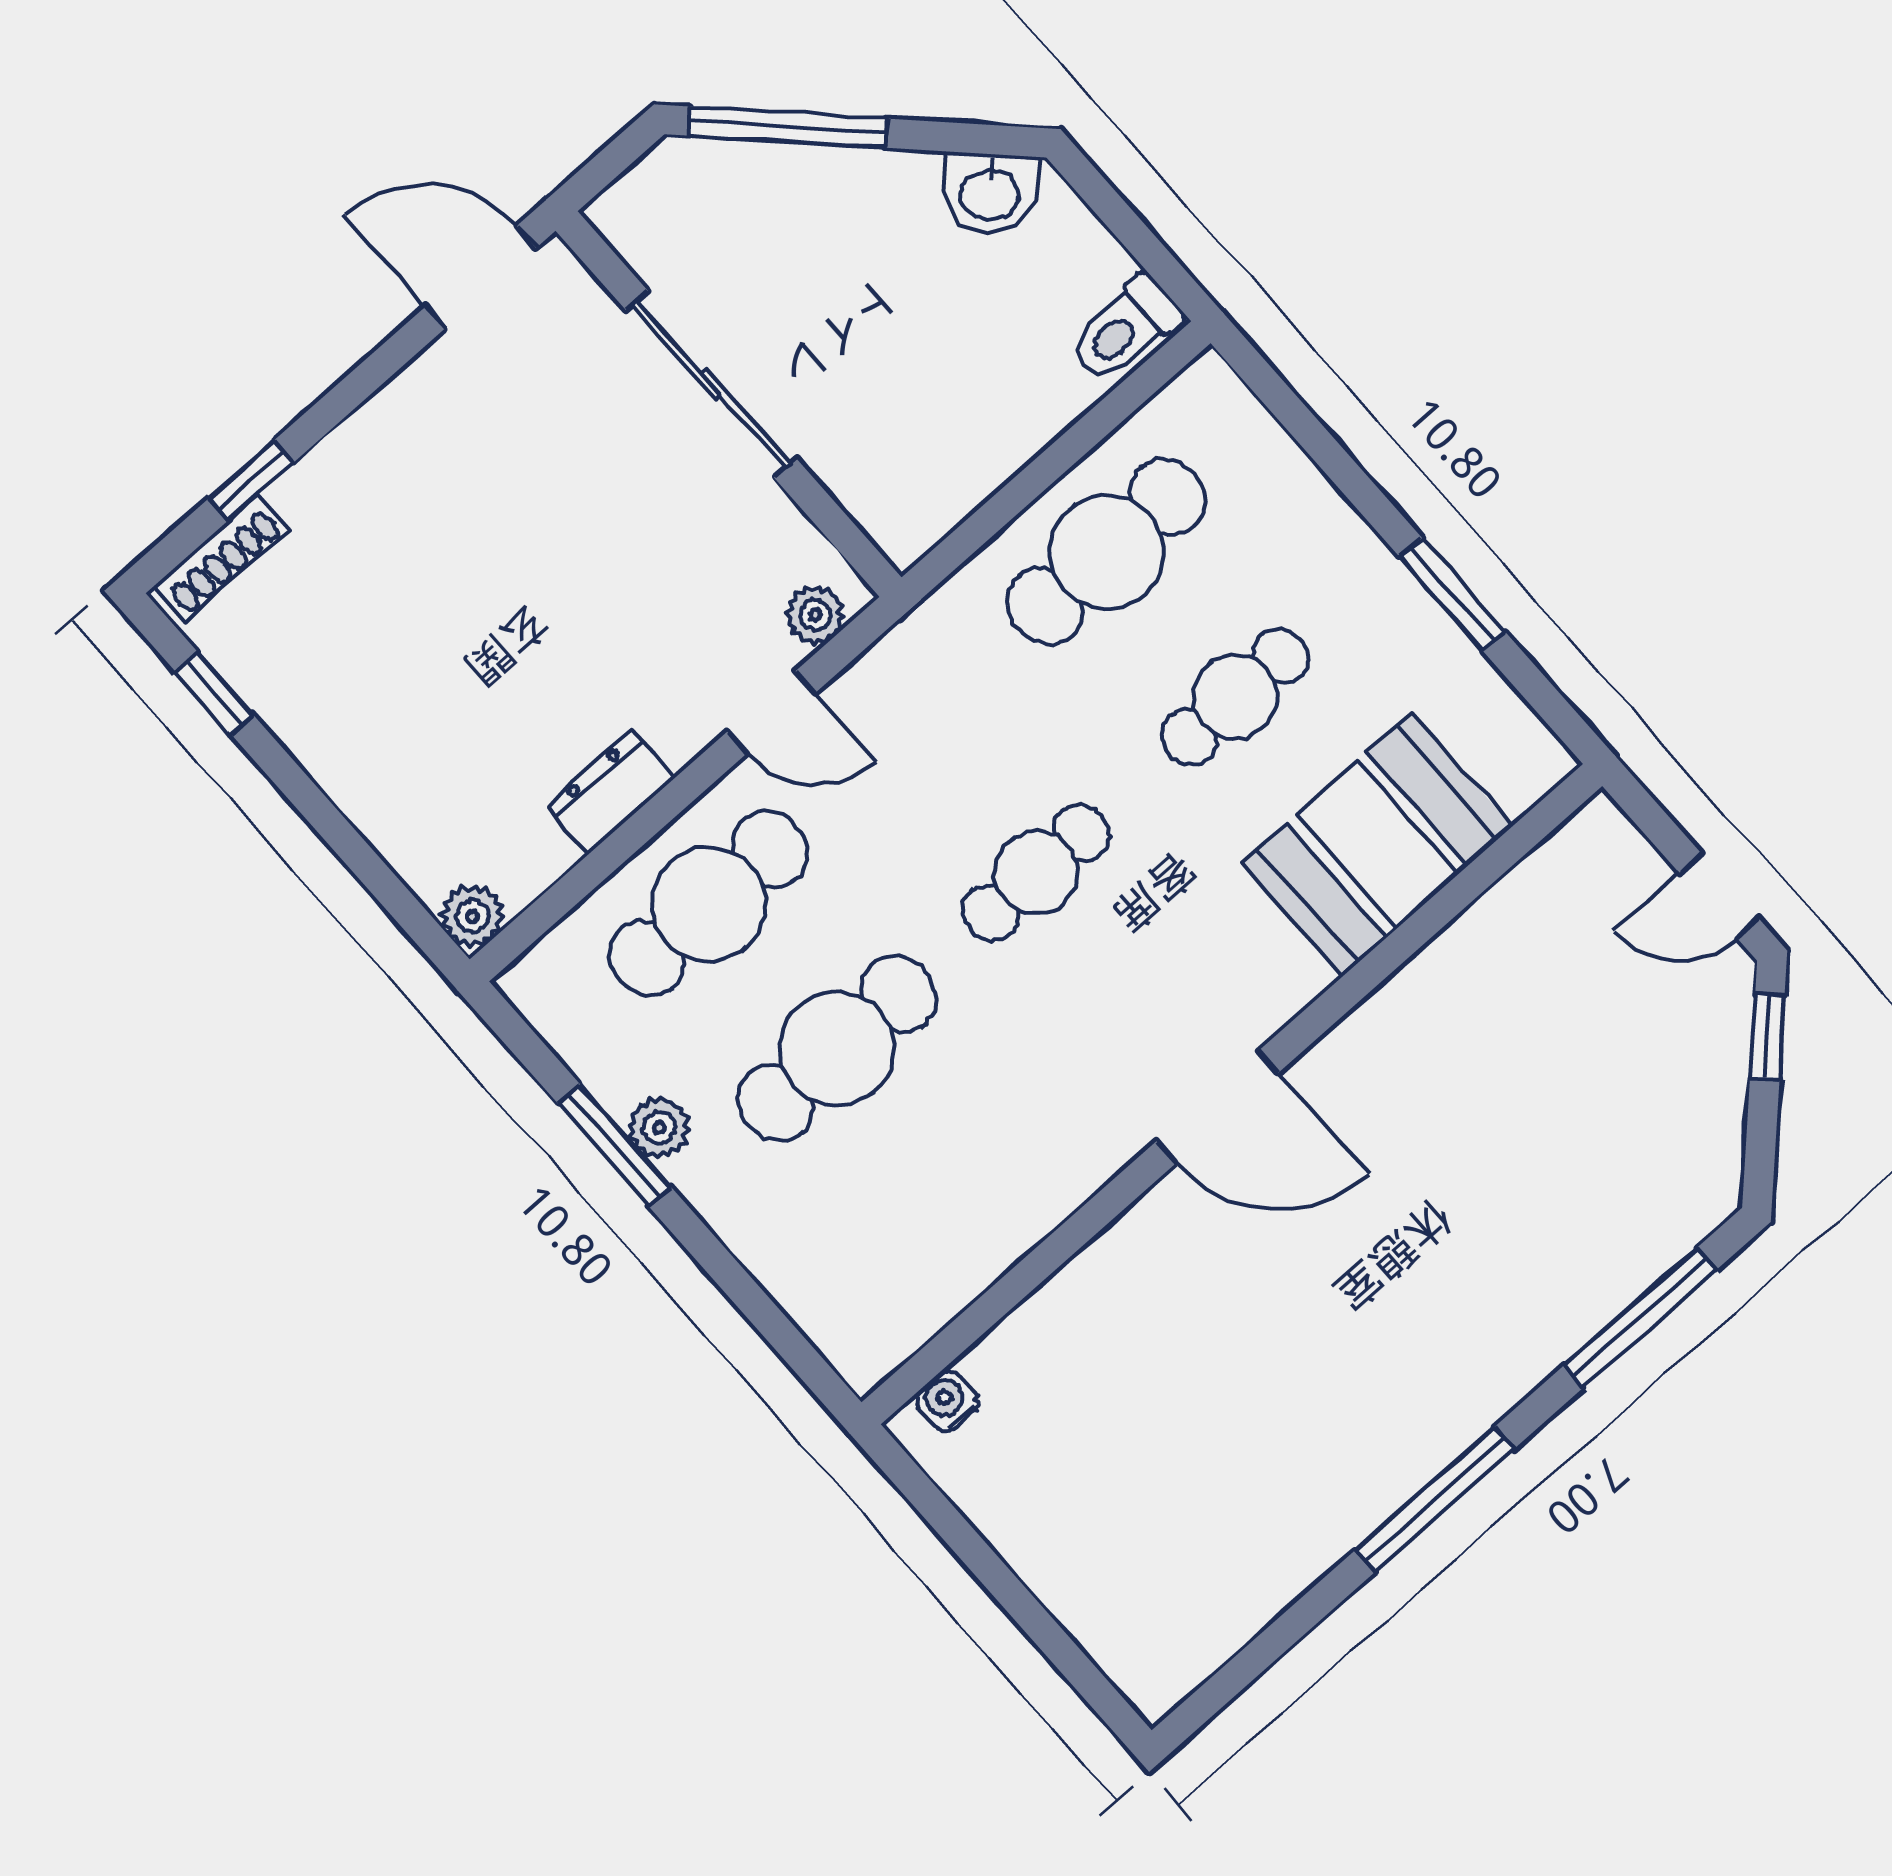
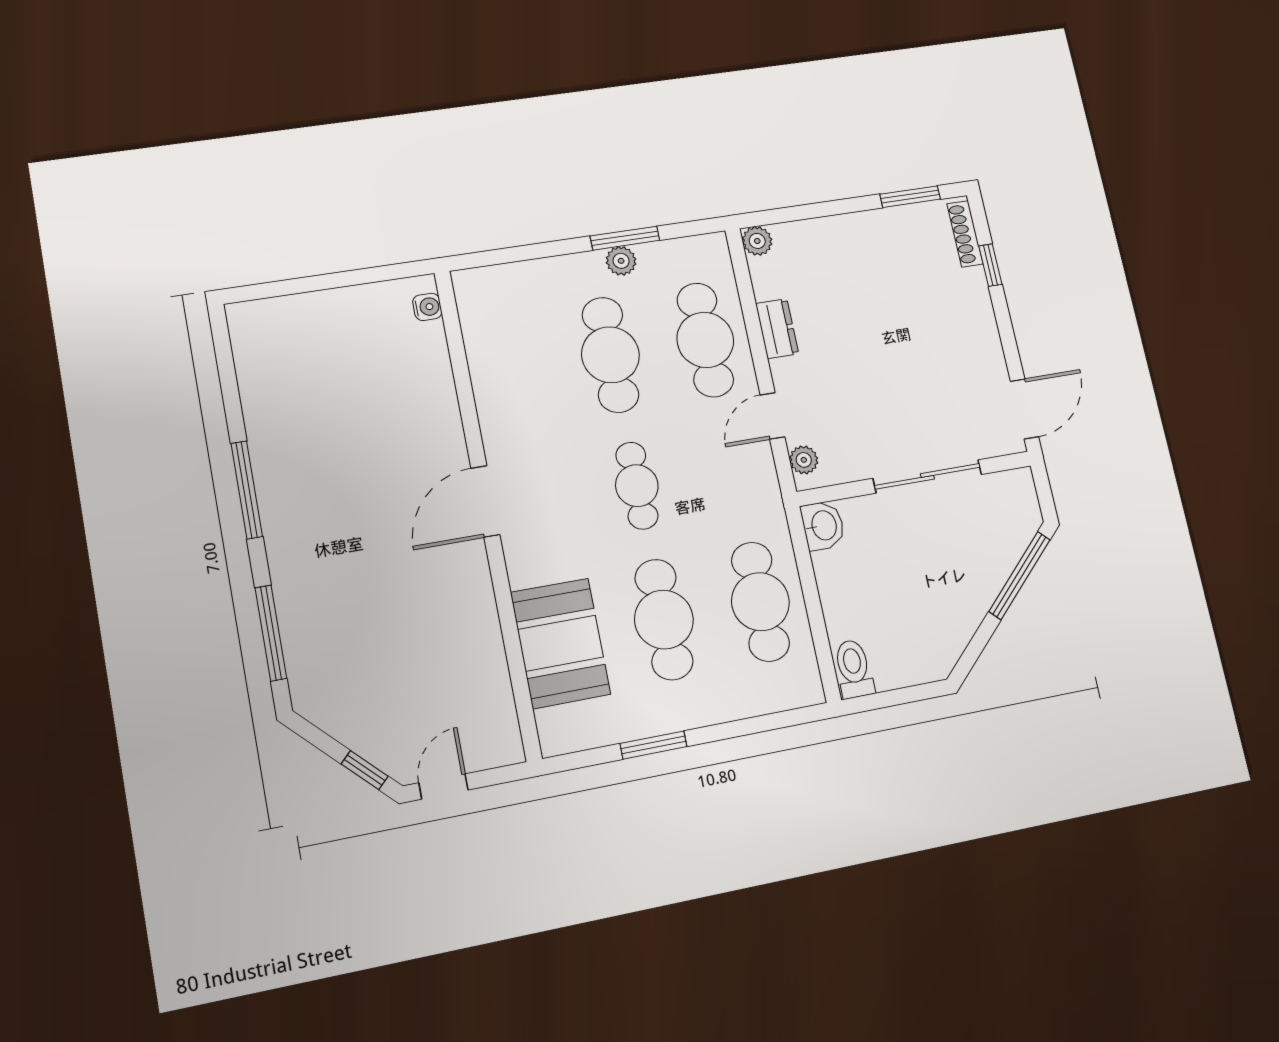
washbasin: (990, 193) -> (823, 526), moved, turned 135
window: (215, 693) -> (910, 197), width x1.50
cafe table: (1235, 697) -> (664, 620), width x1.37, depth x1.35

